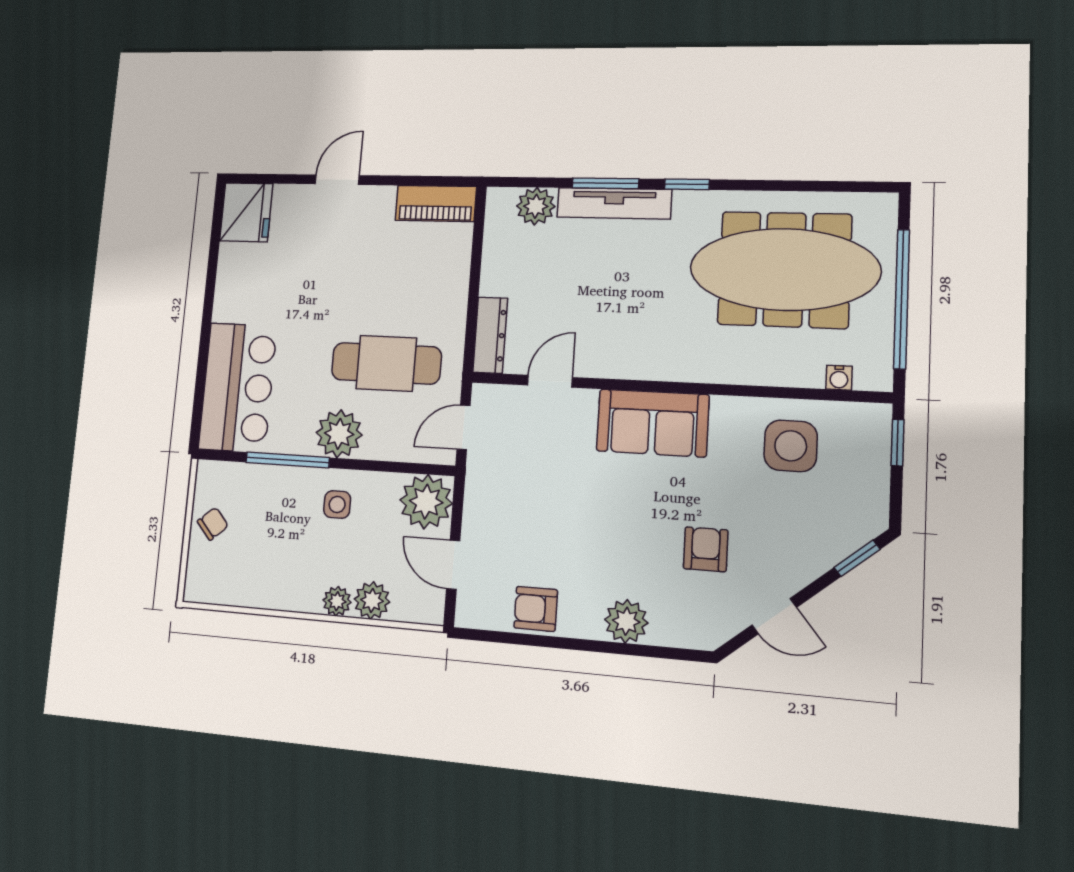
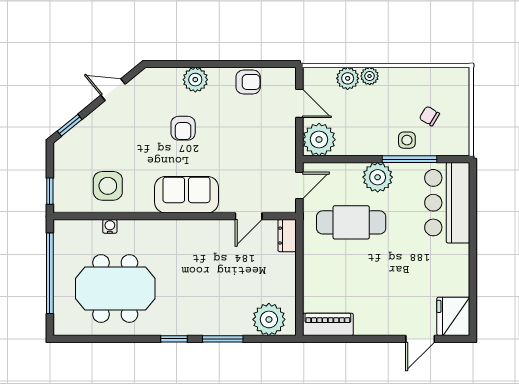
door: (337, 180) -> (420, 339), moved
tv unit: (614, 203) -> (217, 326), removed
plant: (536, 206) -> (269, 319), width x1.36, depth x1.36
meeting table: (785, 269) -> (115, 289), width x0.73
dresser: (490, 335) -> (287, 236), width x0.70
water cooler: (839, 378) -> (110, 226), moved
side table: (337, 505) -> (407, 140), moved
chair: (213, 524) -> (429, 116), moved, turned 72
armchair: (706, 549) -> (183, 128), moved

